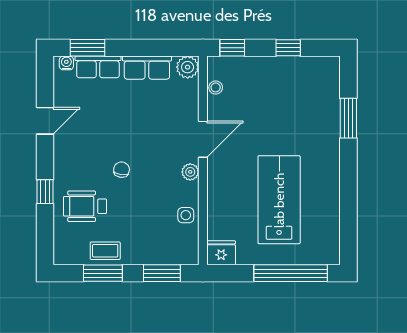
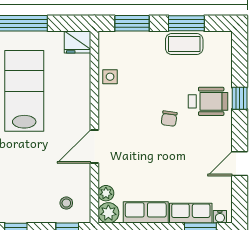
stool: (216, 87) -> (66, 203), moved
plant: (190, 172) -> (106, 193), moved
lab bench: (279, 200) -> (24, 91), turned 180
wheelchair: (85, 206) -> (208, 101), moved
coffee table: (105, 251) -> (184, 44), width x1.36, depth x1.30

